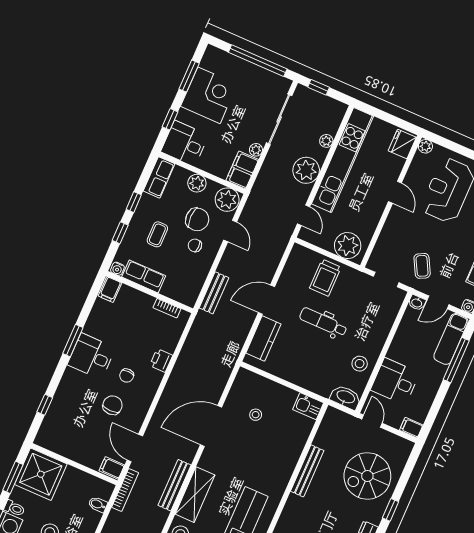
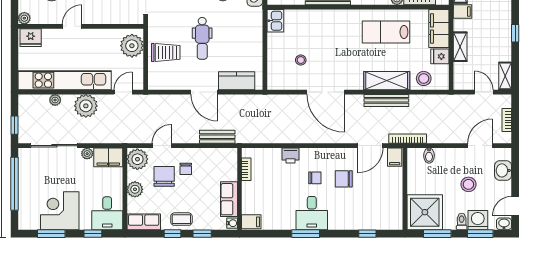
coffee table: (157, 234) -> (181, 219), moved

